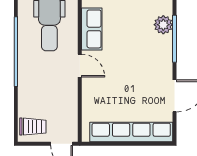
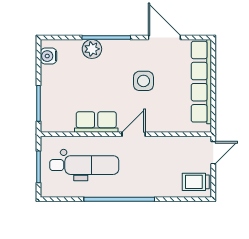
side table: (132, 75) -> (143, 81), added
trolley: (33, 127) -> (196, 182), turned -90

